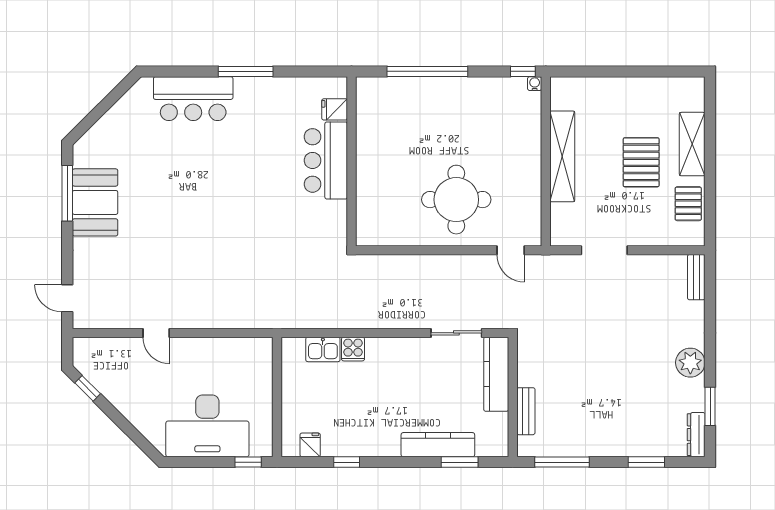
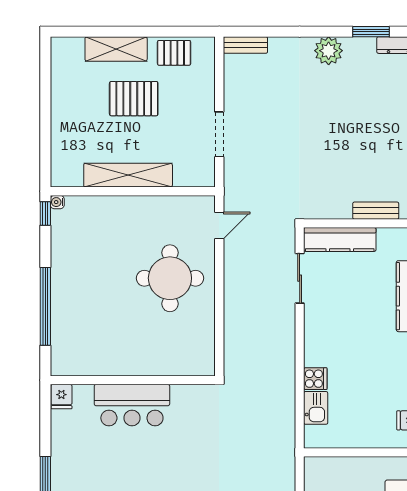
fridge: (335, 109) -> (61, 397), moved

